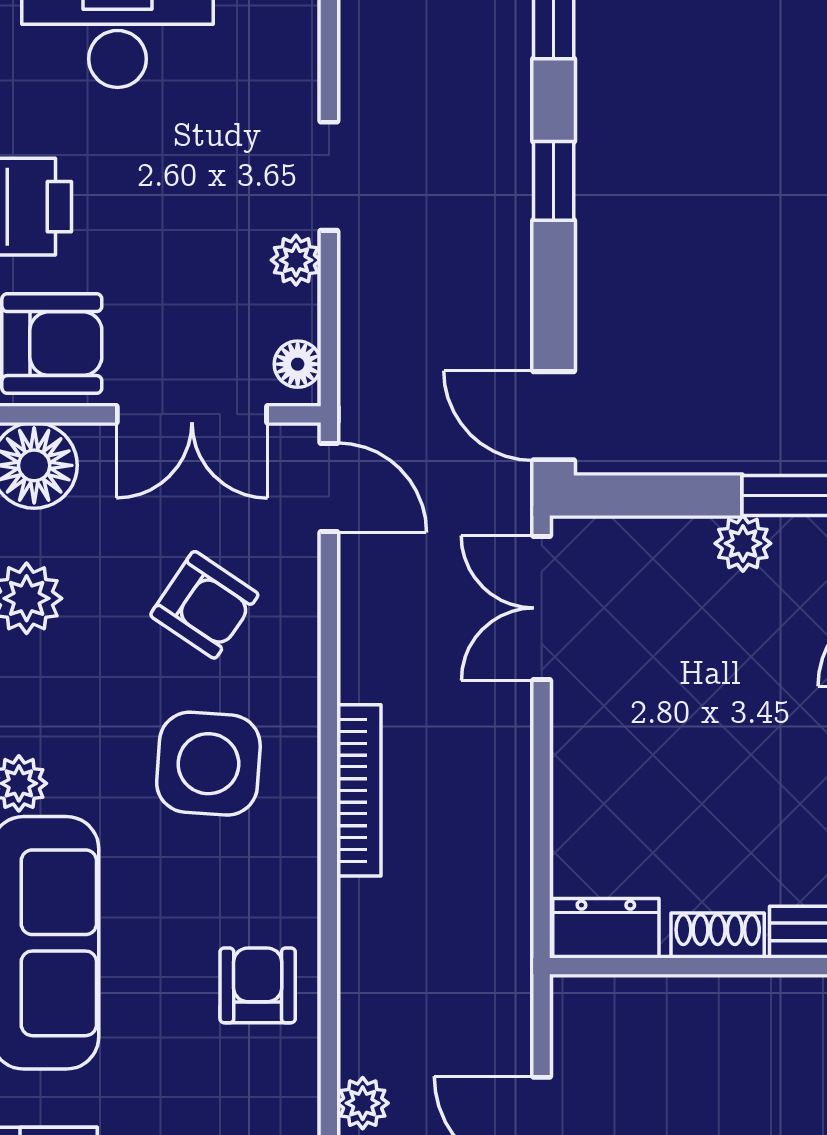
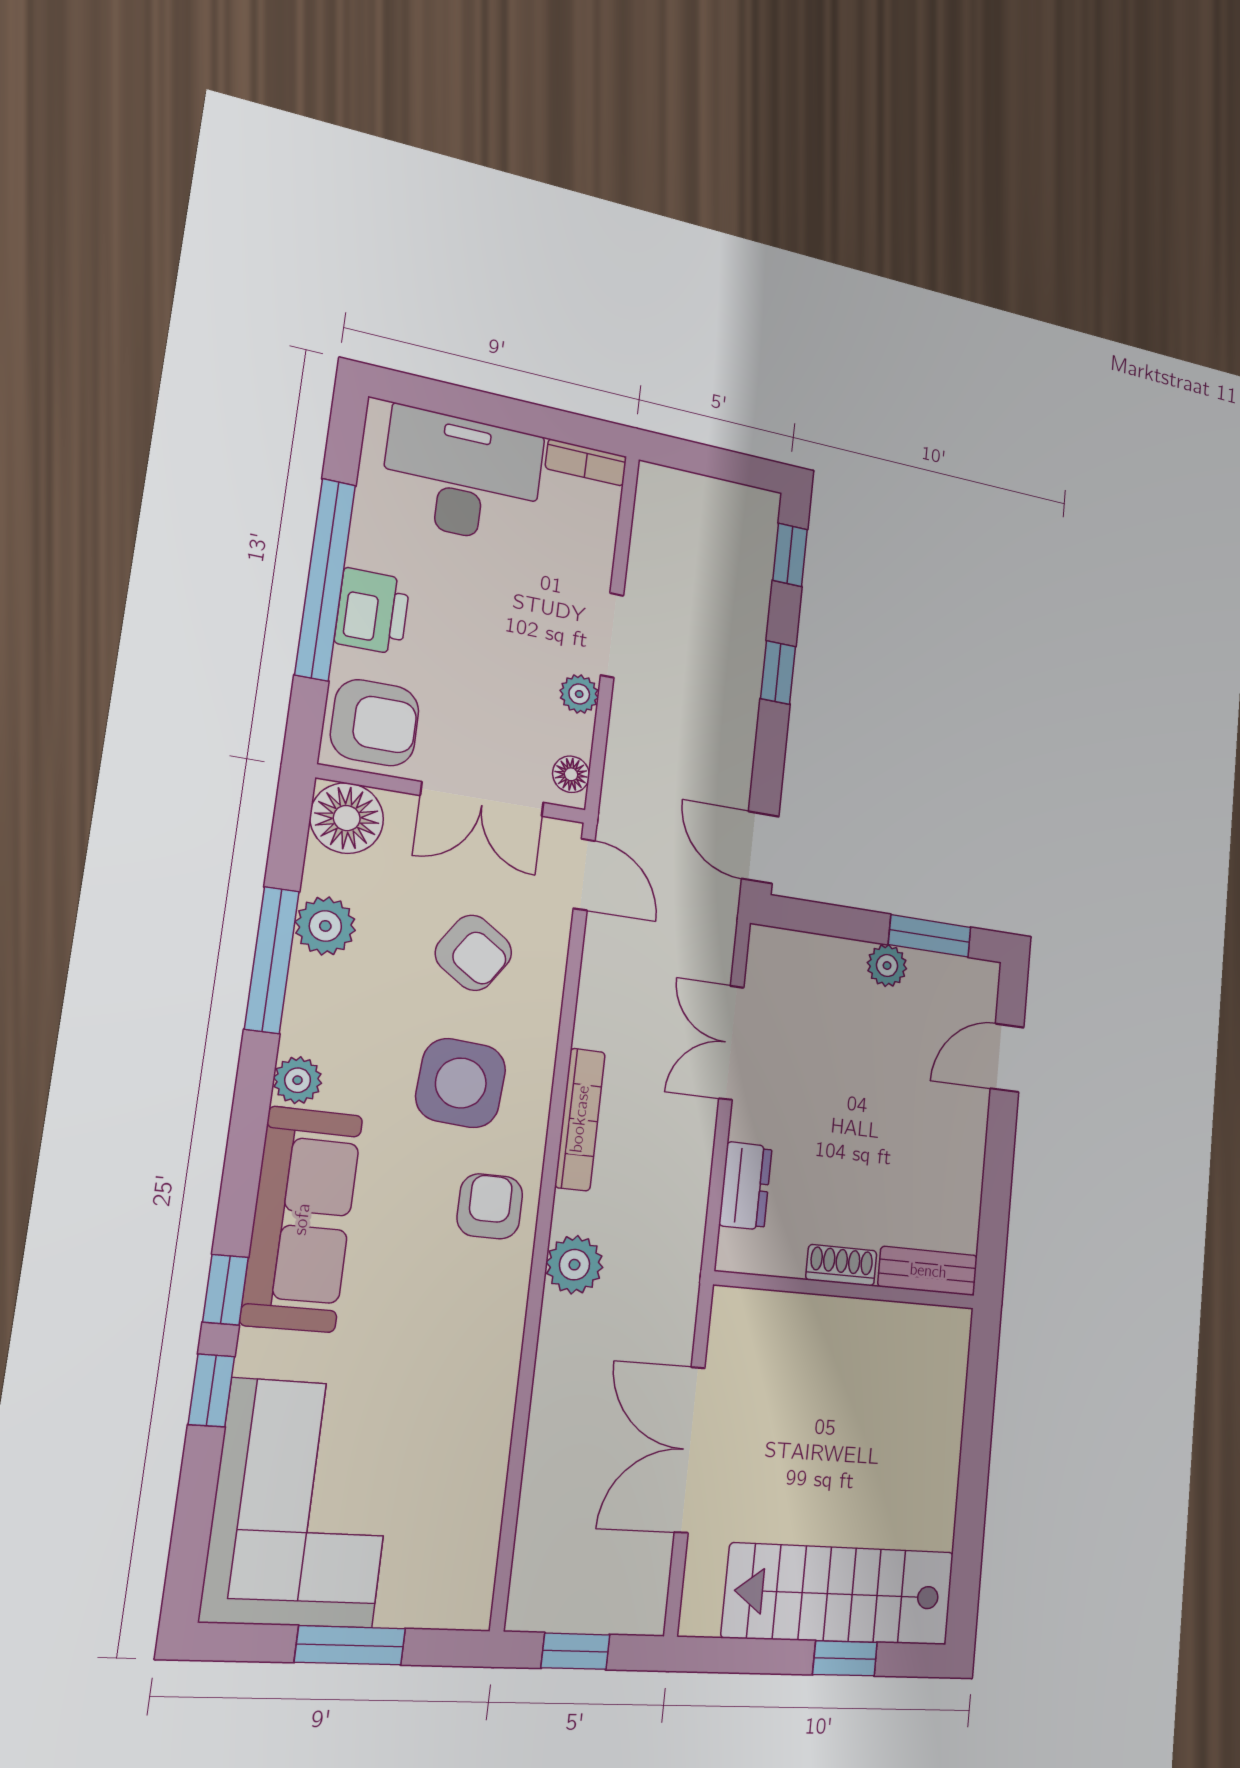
double door: (542, 608) -> (731, 1043), moved
dresser: (606, 928) -> (746, 1186), moved, turned 90
armchair: (258, 985) -> (490, 1206), moved
plant: (363, 1103) -> (574, 1265), moved, width x1.38, depth x1.38

